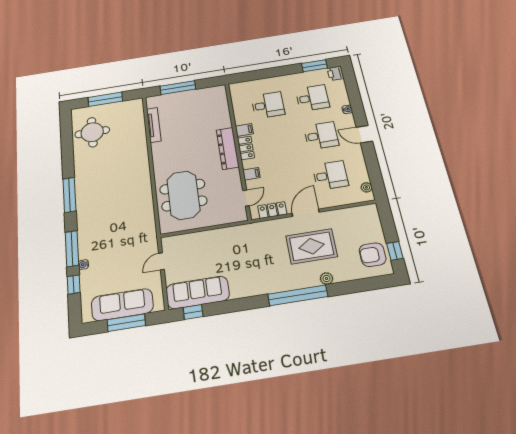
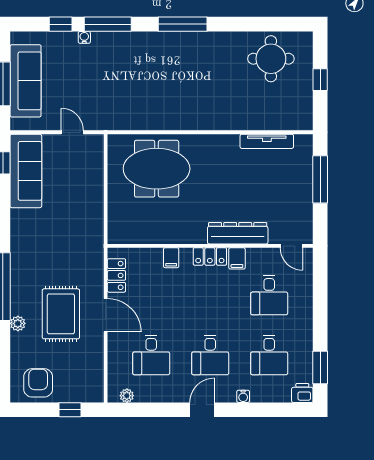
window: (105, 99) -> (320, 80), width x0.46
dresser: (228, 148) -> (238, 233), moved
door: (246, 198) -> (291, 246), moved
window: (395, 251) -> (70, 410), moved

